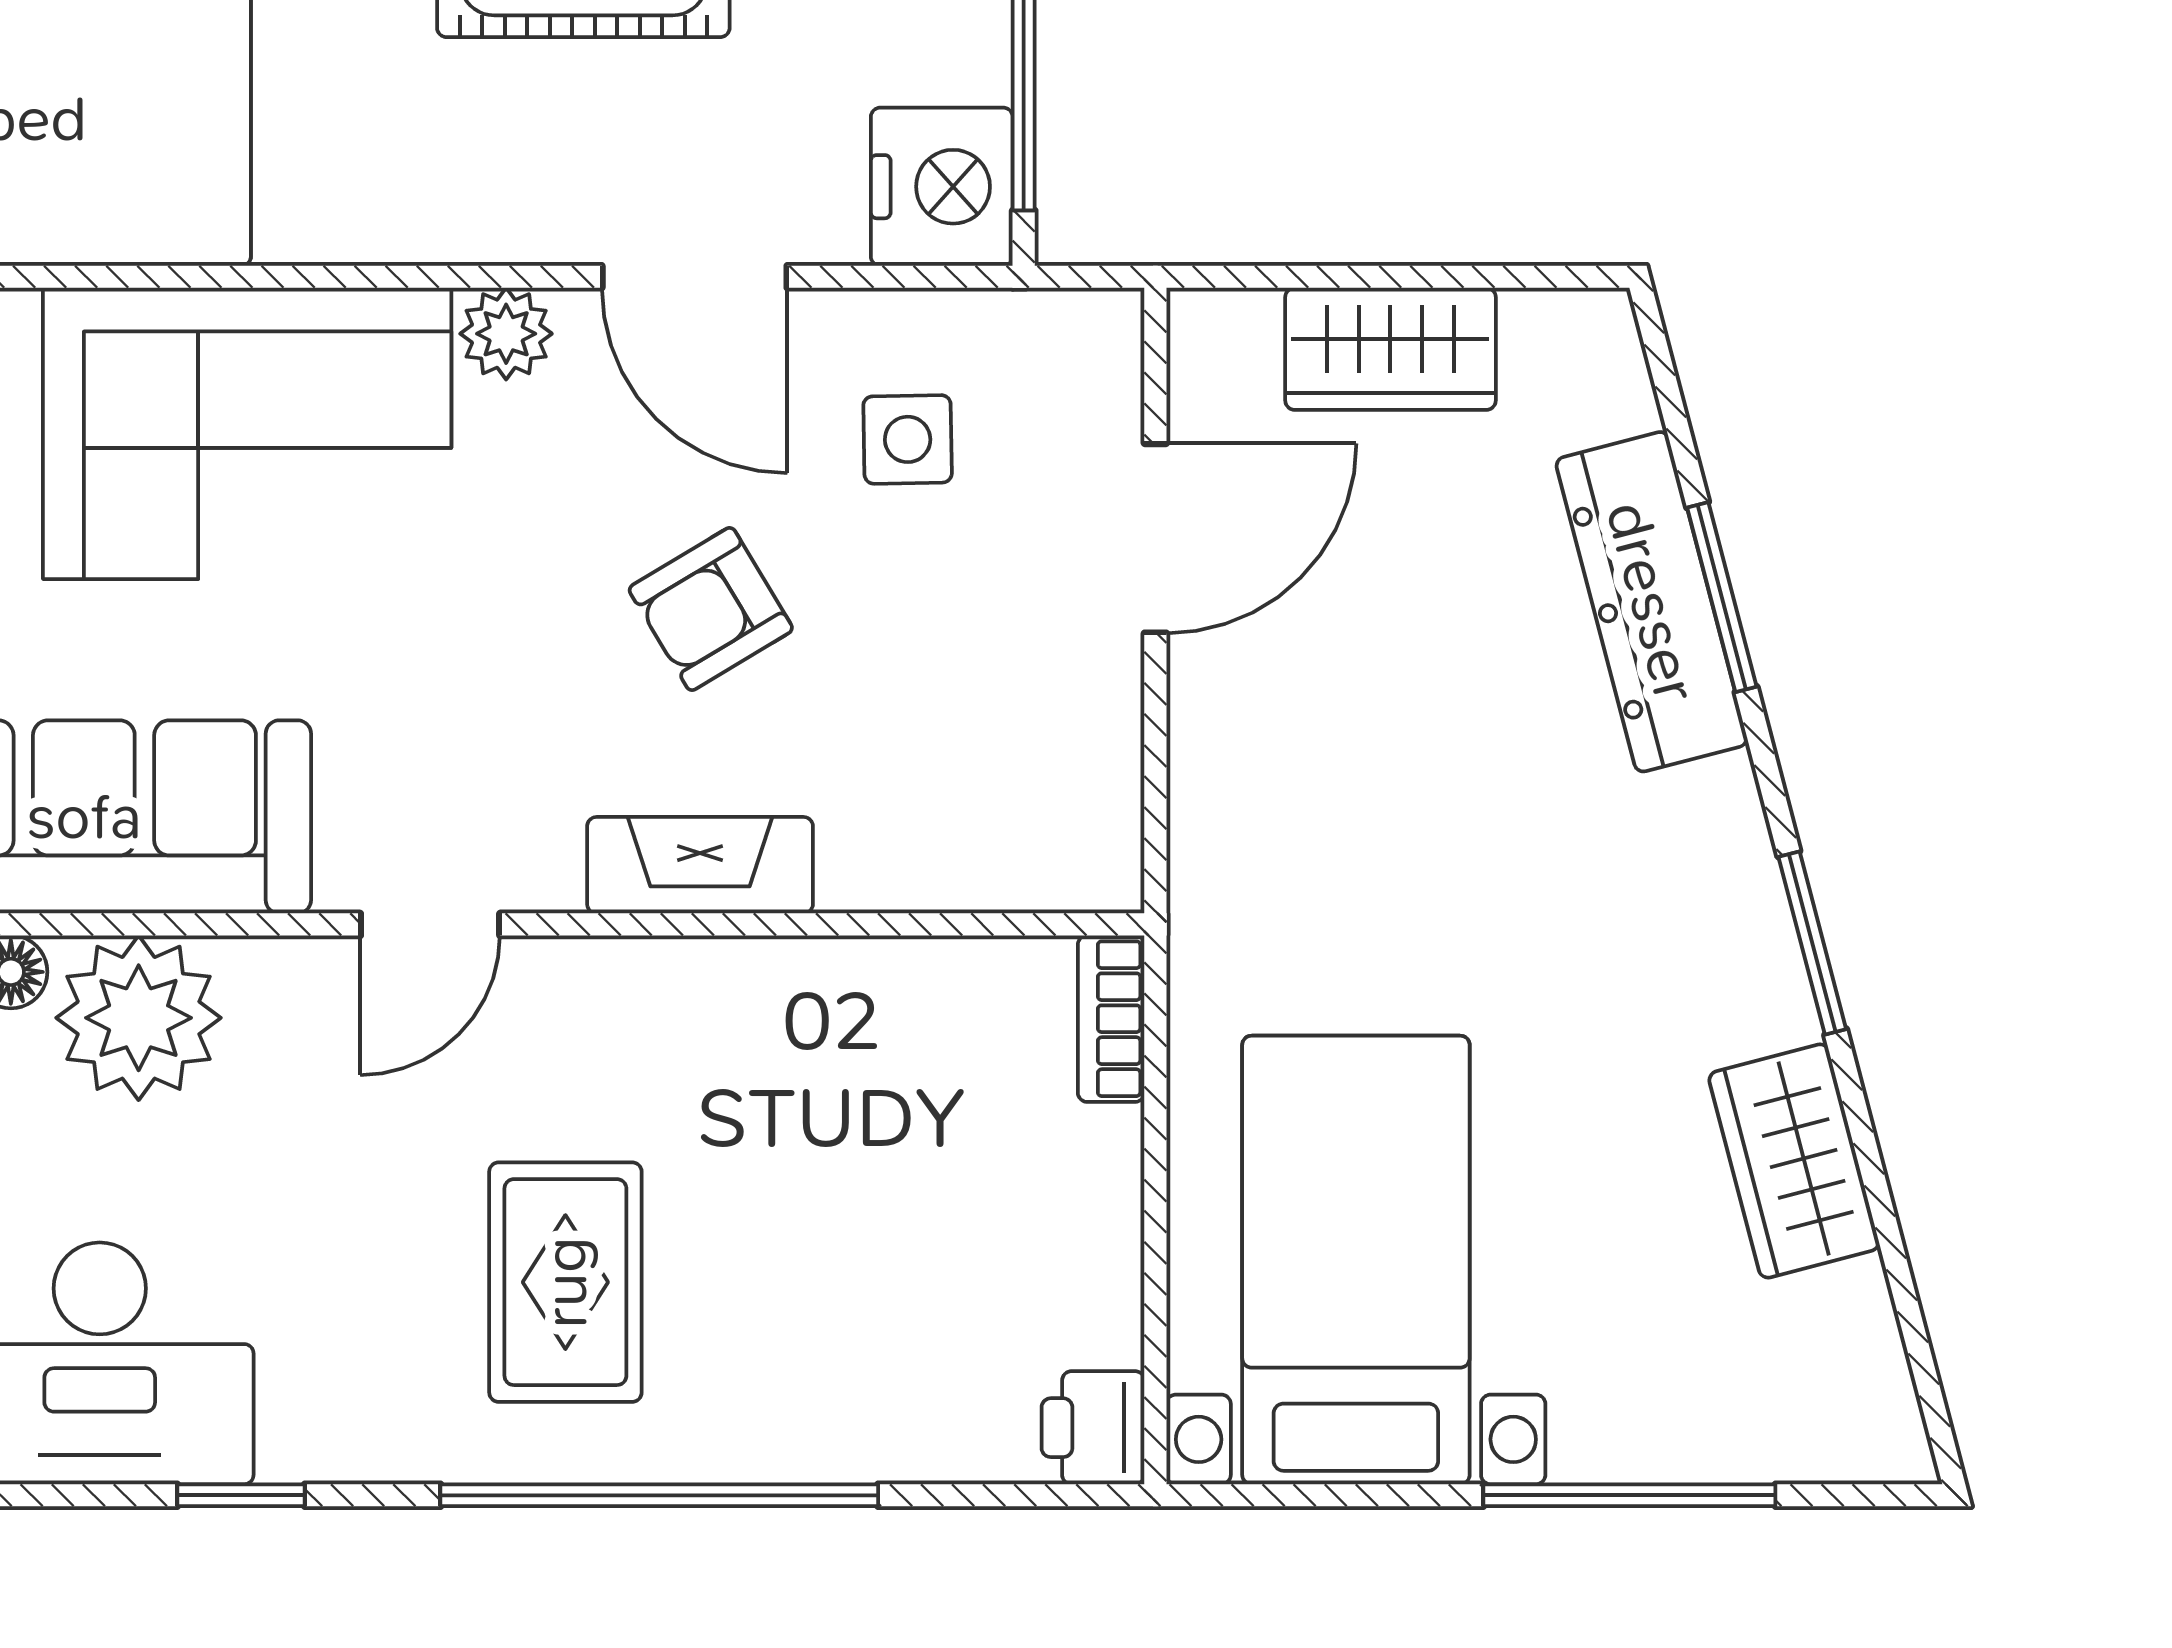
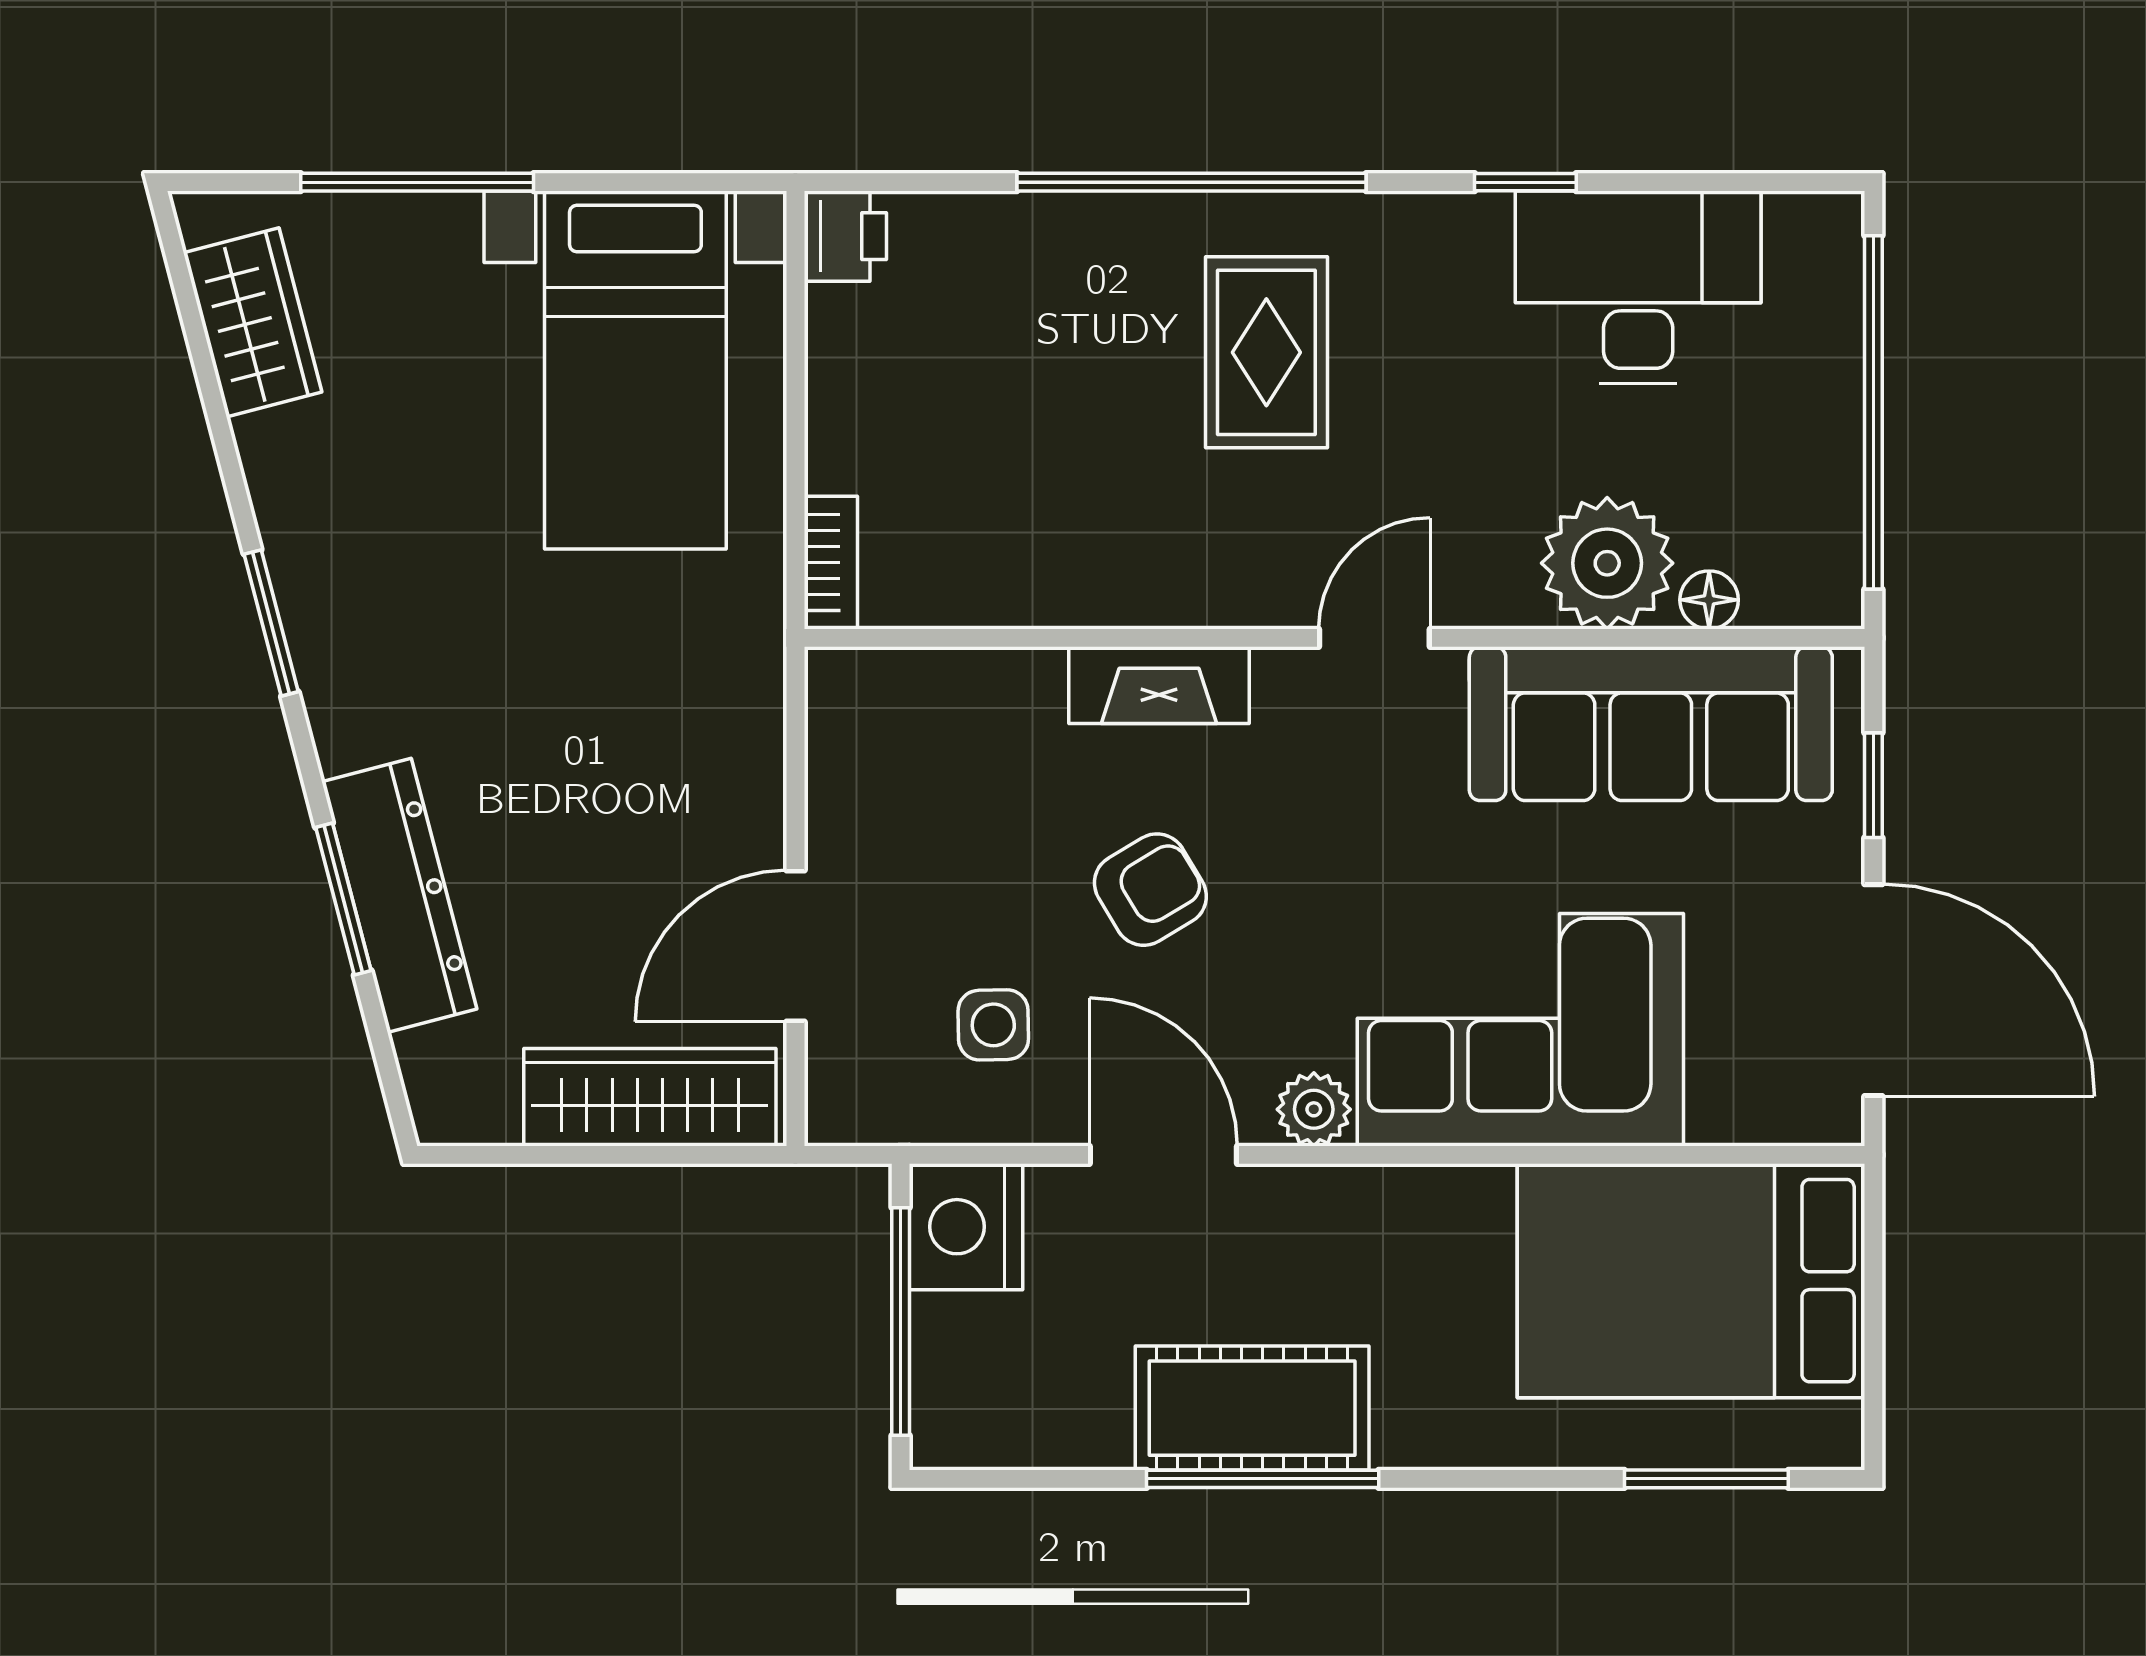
wardrobe: (1390, 349) -> (650, 1097), width x1.50
wardrobe: (1794, 1161) -> (253, 322), moved

